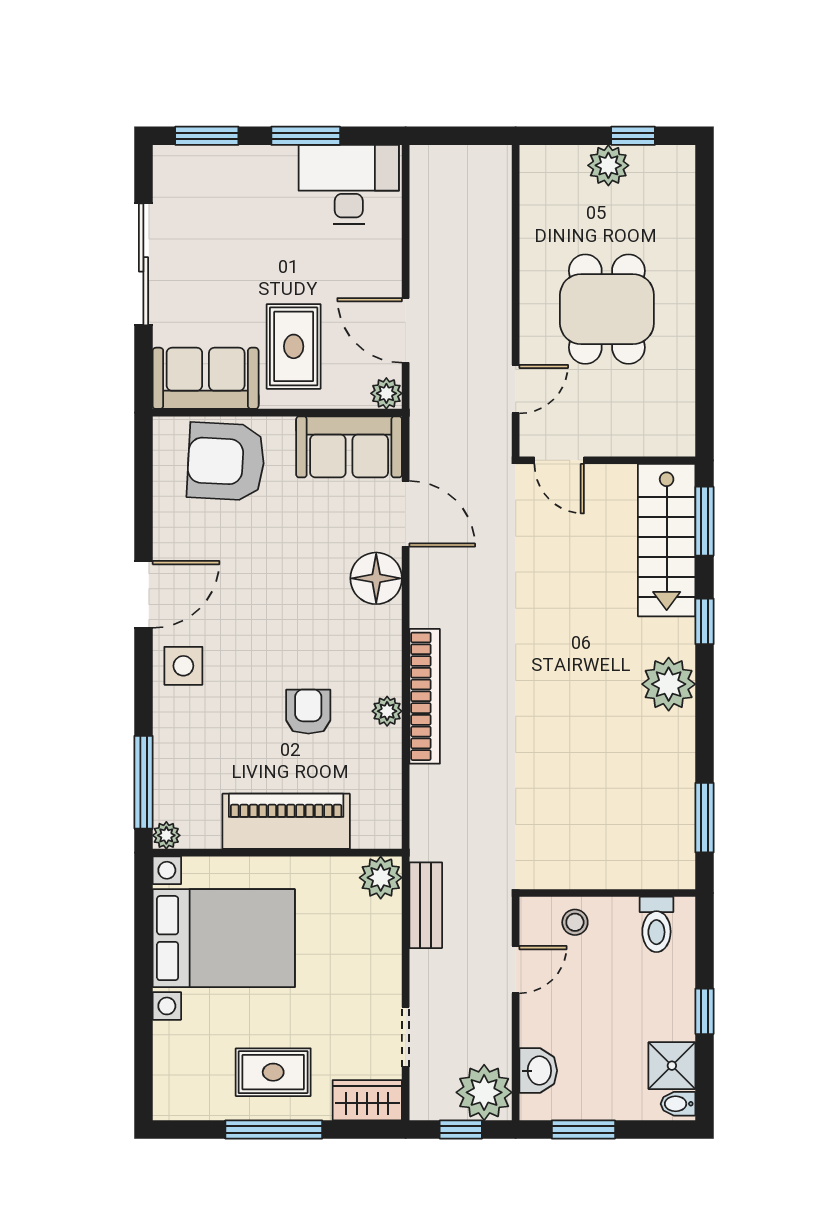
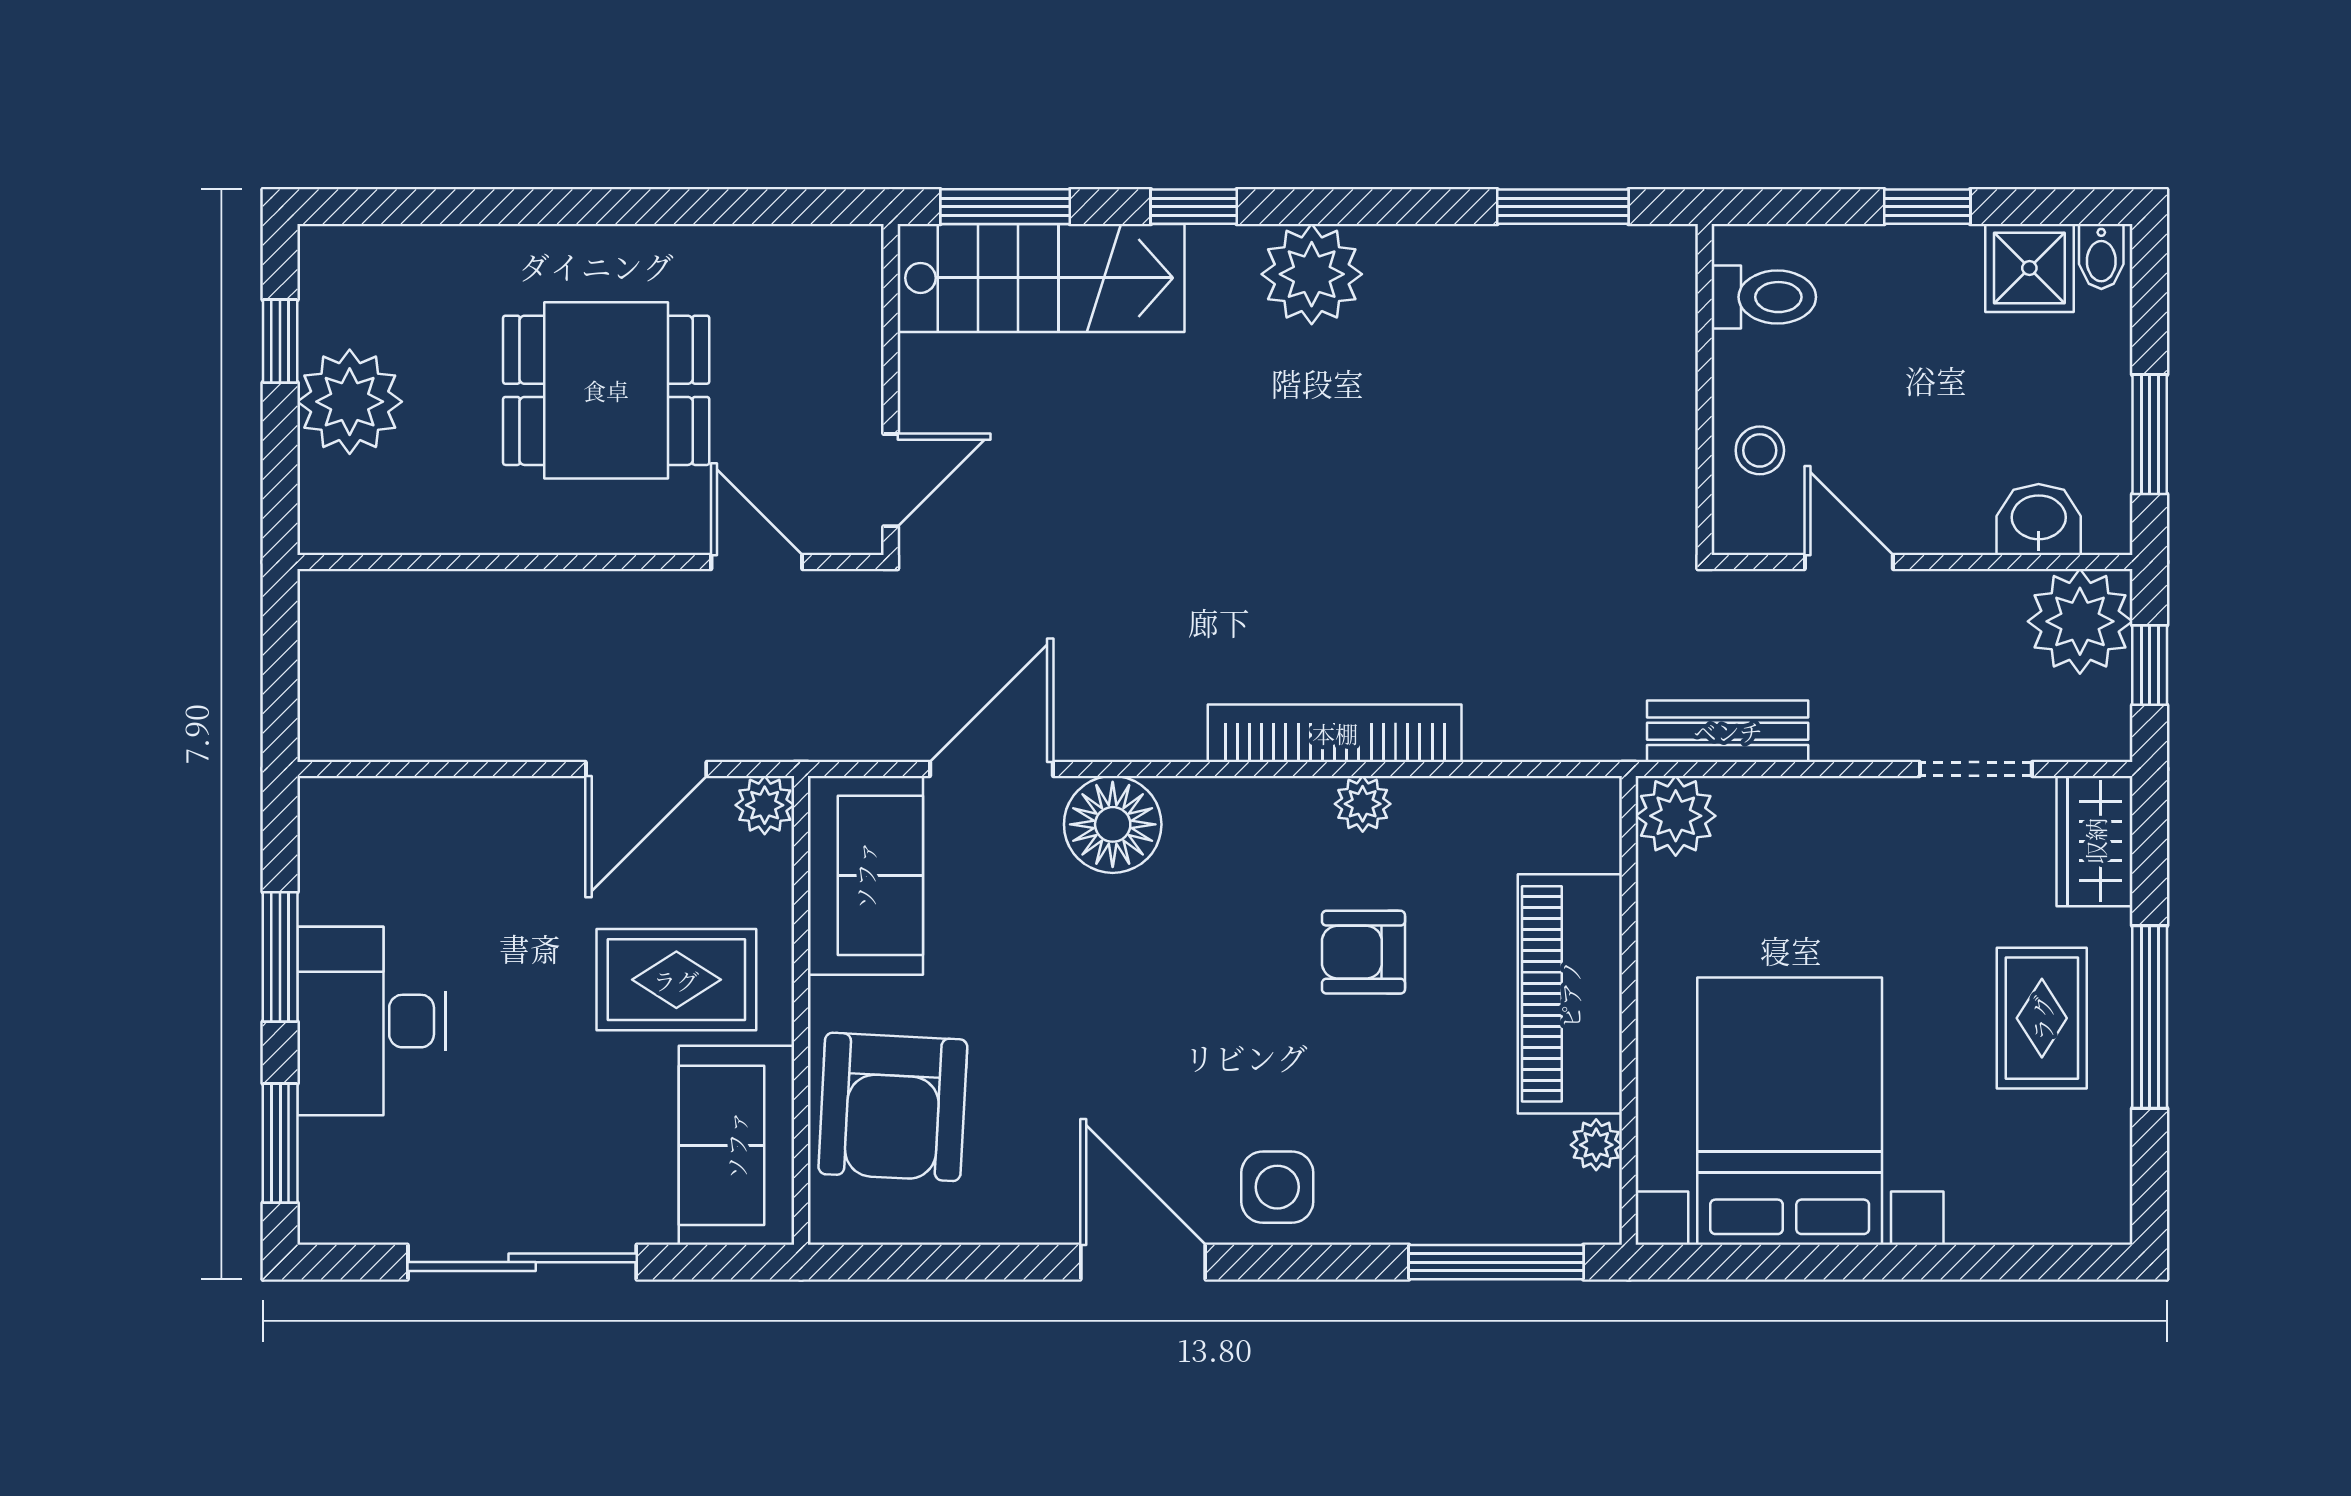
plant: (608, 165) -> (350, 402), width x1.36, depth x1.36
desk: (349, 184) -> (372, 1021), moved
plant: (166, 835) -> (1596, 1145), moved

